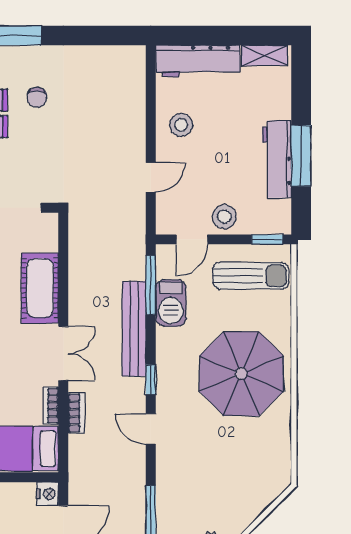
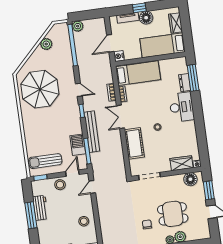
workbench: (277, 159) -> (40, 208), width x0.73
door: (151, 177) -> (92, 187), moved
parasol: (241, 374) -> (40, 89), moved

